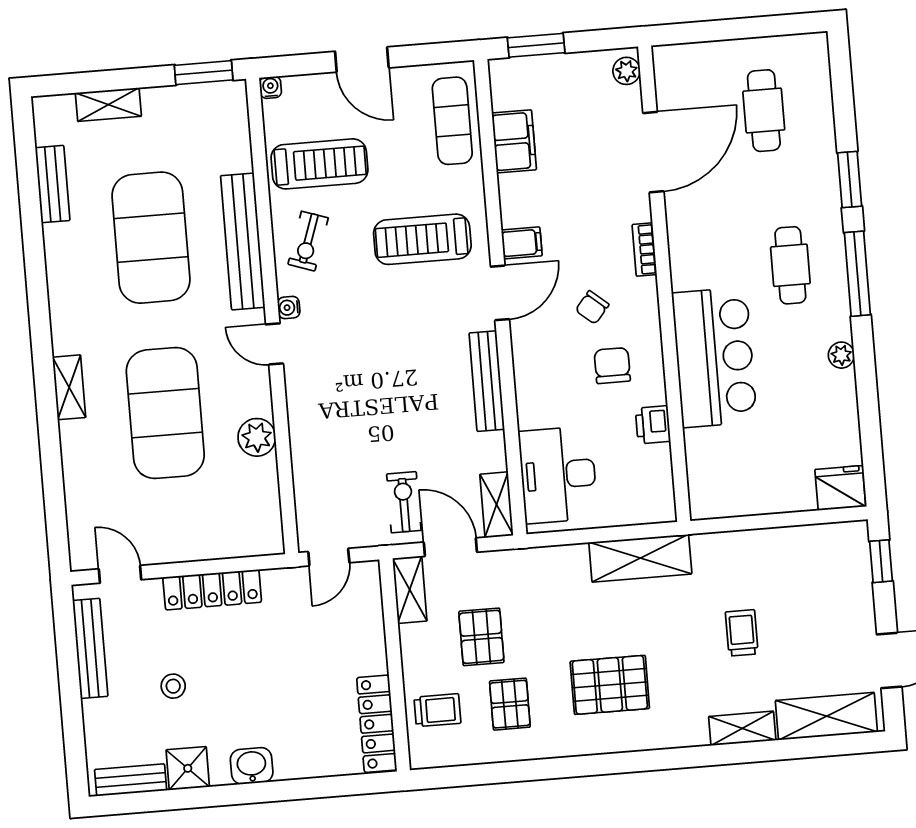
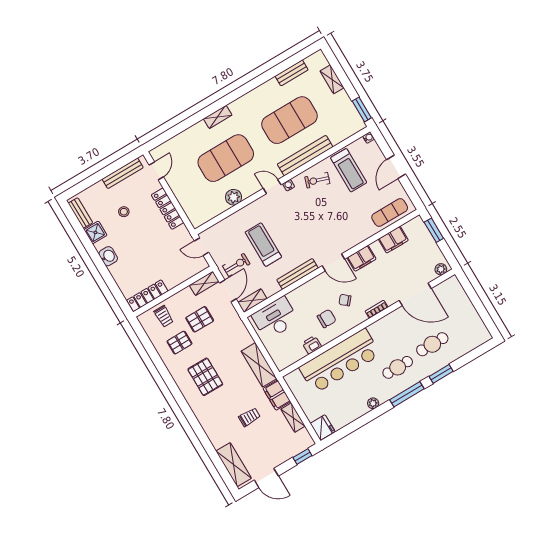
cafe table: (764, 111) -> (432, 344), moved
treadmill: (422, 239) -> (263, 245), moved
filing cabinet: (522, 243) -> (362, 258), width x2.00
door: (274, 344) -> (272, 187), hinge flipped
bar counter: (714, 357) -> (340, 361), width x1.36
filing cabinet: (723, 552) -> (277, 395), added
shelving: (742, 728) -> (293, 418), moved

